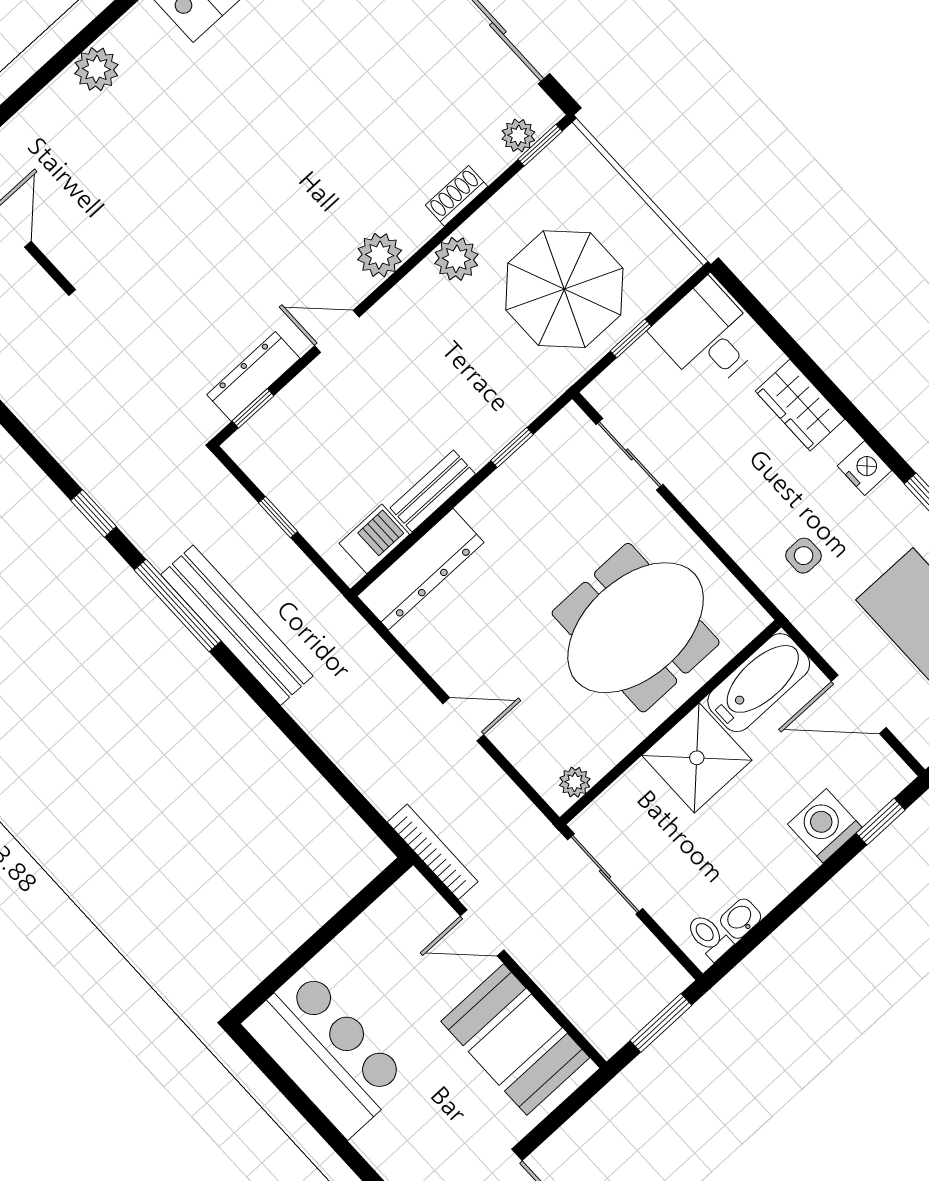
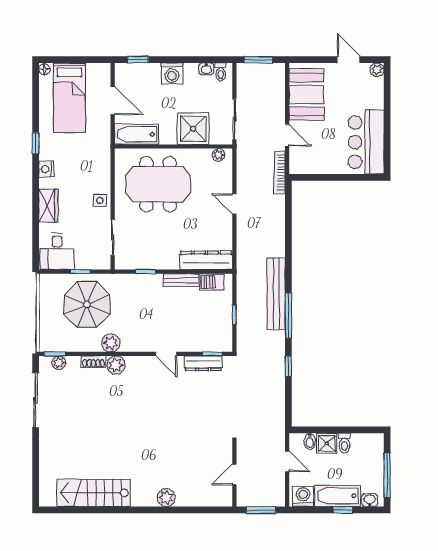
plant: (380, 255) -> (116, 365), moved
side table: (804, 556) -> (100, 200), moved
shower: (697, 758) -> (193, 129), moved
washing machine: (825, 826) -> (172, 74), moved

